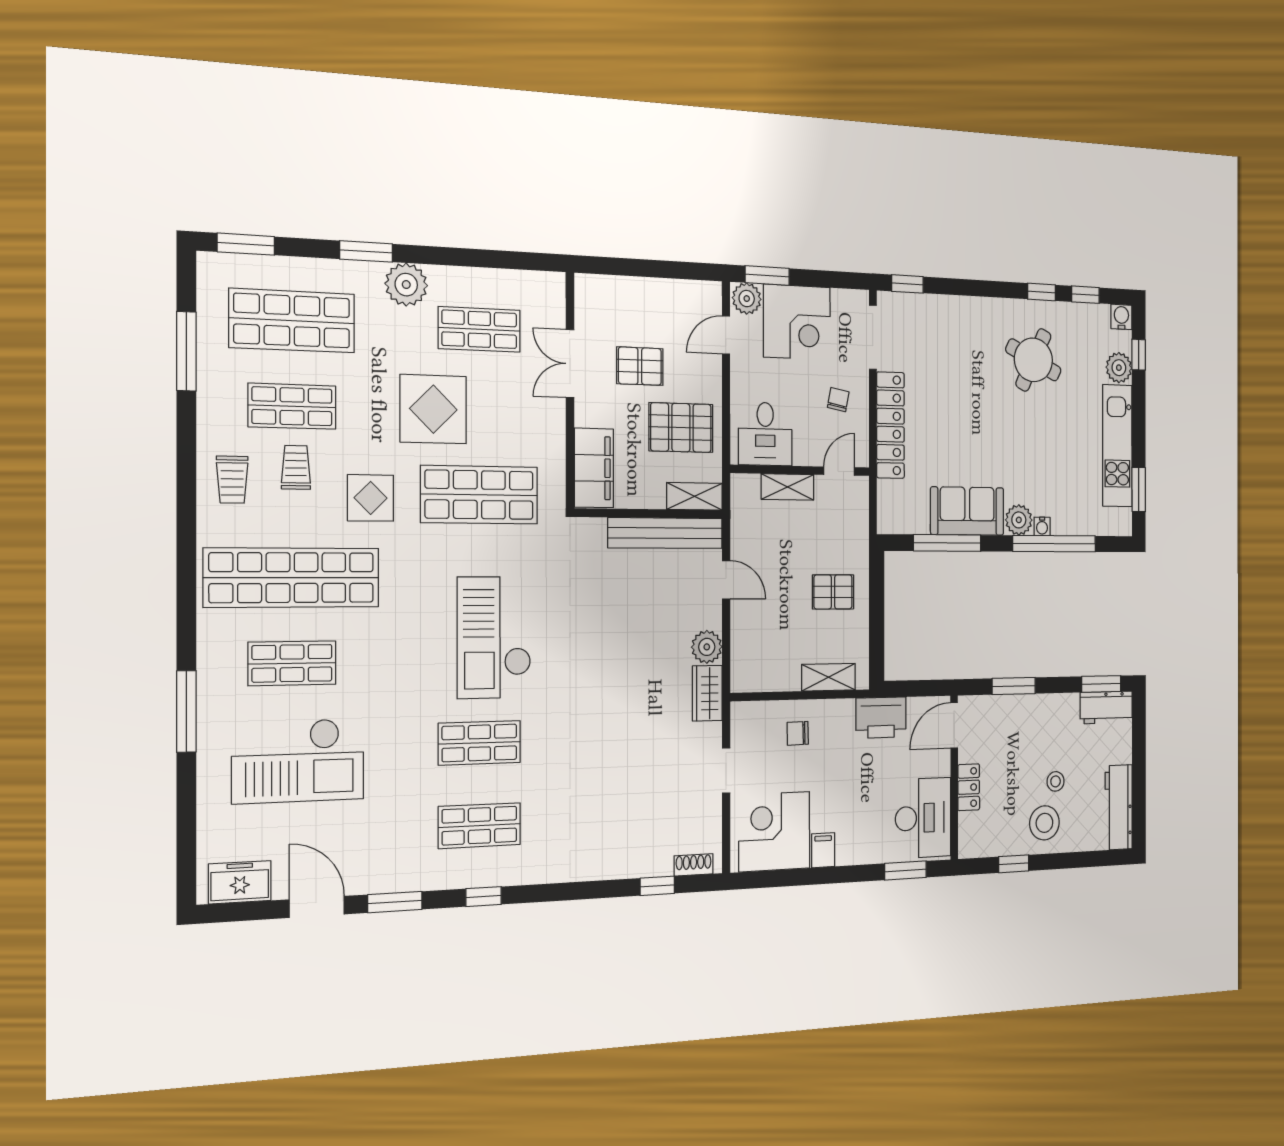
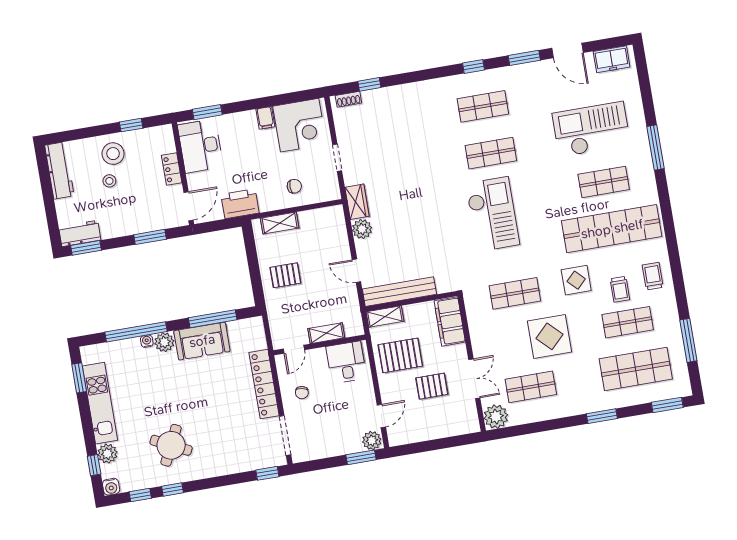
plant: (406, 285) -> (496, 417), moved
corner desk: (797, 322) -> (337, 434), removed
shop shelf: (479, 495) -> (515, 293), width x0.70, depth x0.74

